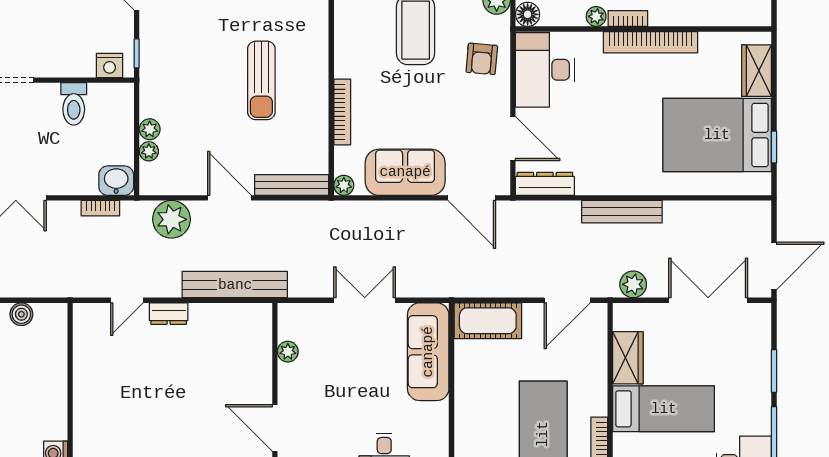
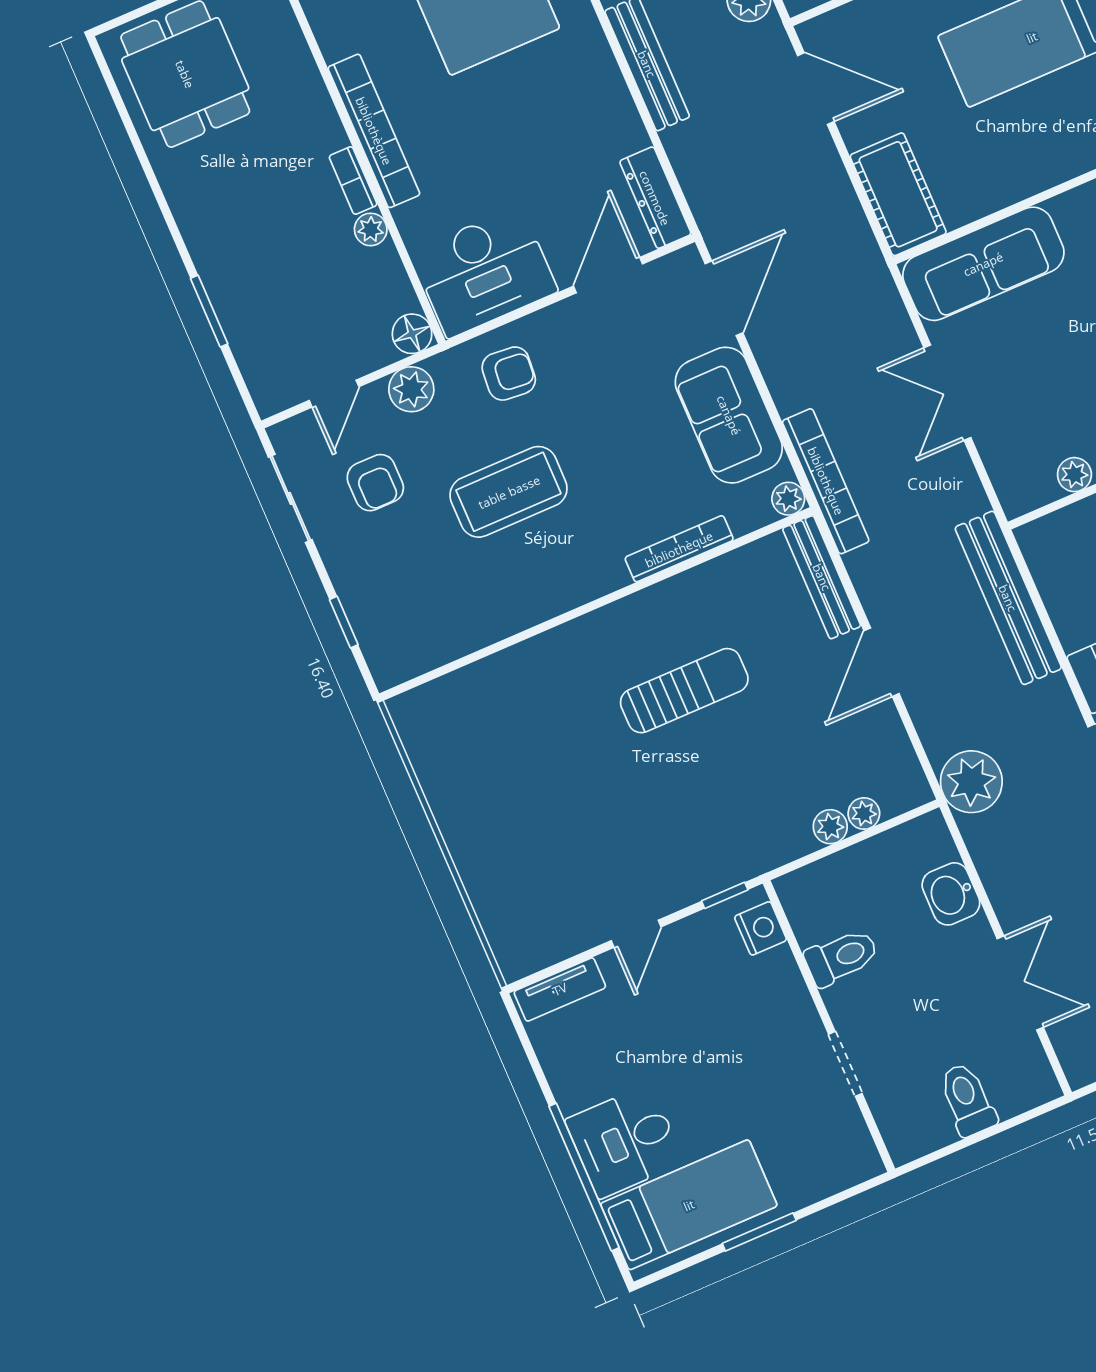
washbasin: (116, 181) -> (951, 894), moved
bookcase: (100, 208) -> (826, 481), moved, width x2.31, depth x1.31
plant: (171, 219) -> (971, 782), moved

